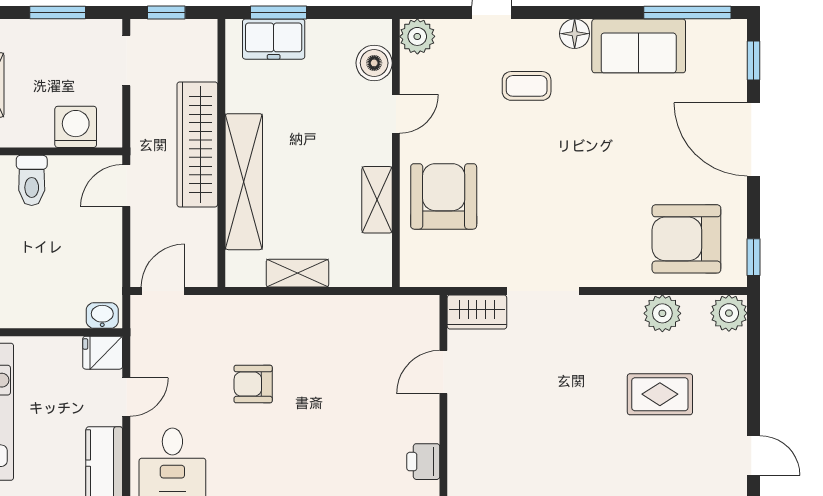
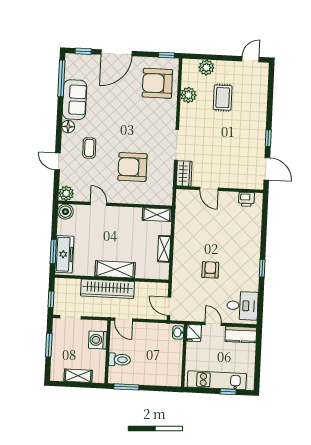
freezer: (274, 39) -> (64, 254), width x1.40
boiler: (374, 63) -> (65, 212), moved
shelving: (244, 182) -> (115, 269), width x0.68
armchair: (444, 196) -> (132, 167), moved
shelving: (377, 200) -> (157, 215), moved
armchair: (686, 239) -> (157, 83), turned 90
plant: (729, 313) -> (206, 68), moved
armchair: (253, 384) -> (210, 270), turned 180

